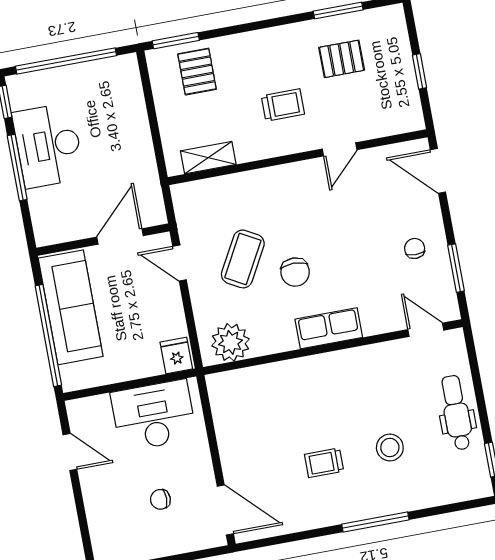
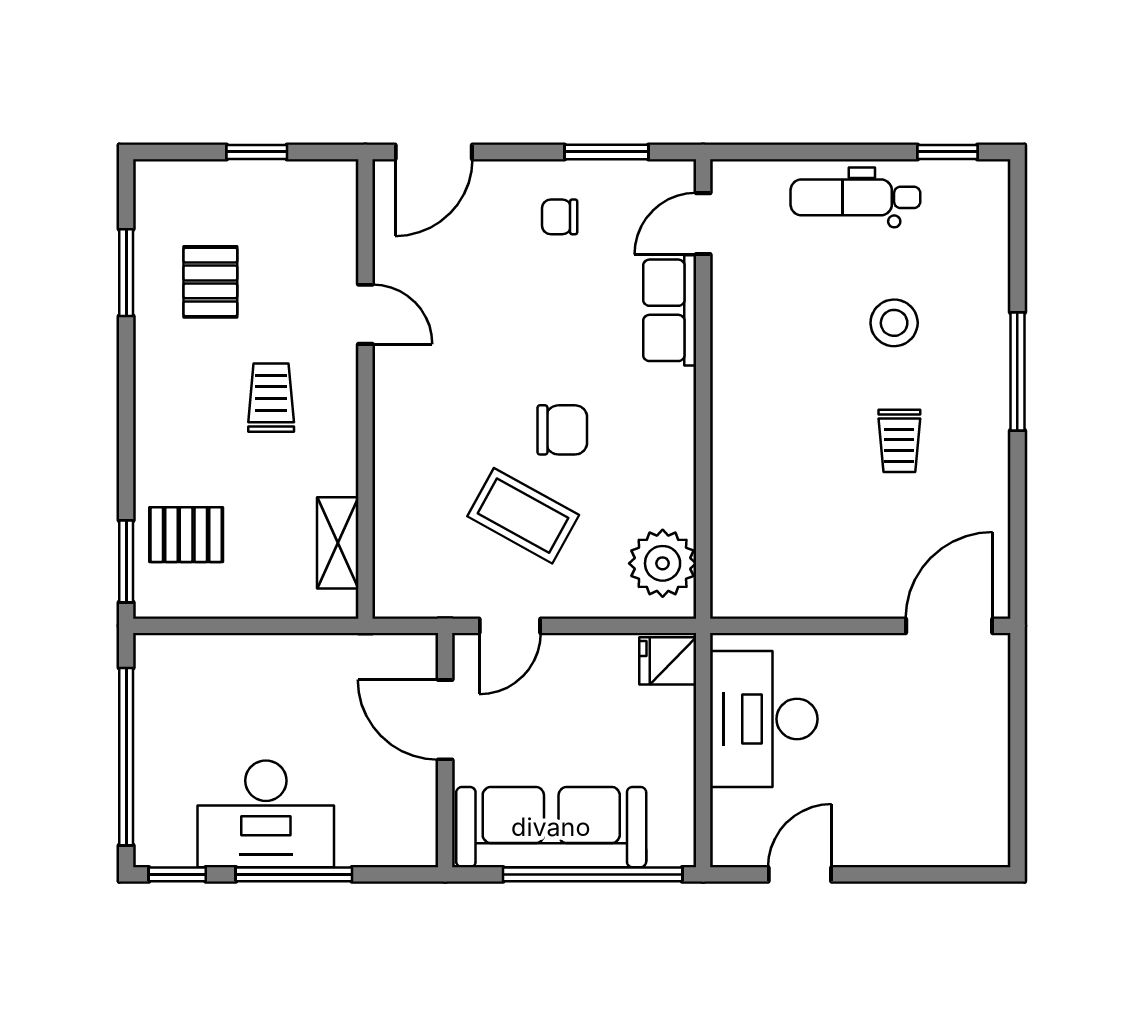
row of seats: (329, 328) -> (670, 310), moved
chair: (160, 499) -> (910, 734), removed

